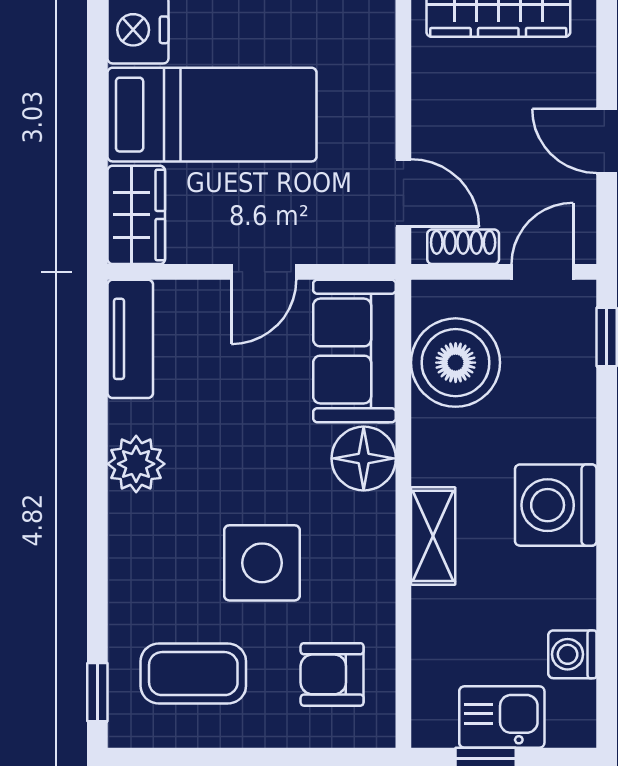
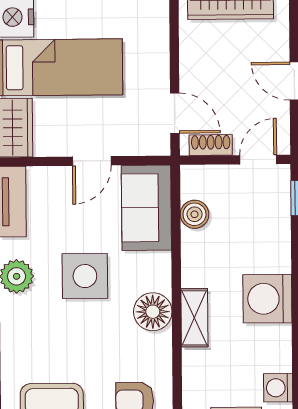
boiler: (456, 363) -> (195, 214), width x0.54, depth x0.54
floor lamp: (364, 458) -> (153, 312), moved
side table: (262, 563) -> (85, 276), moved

